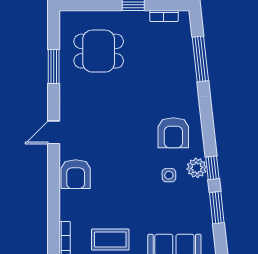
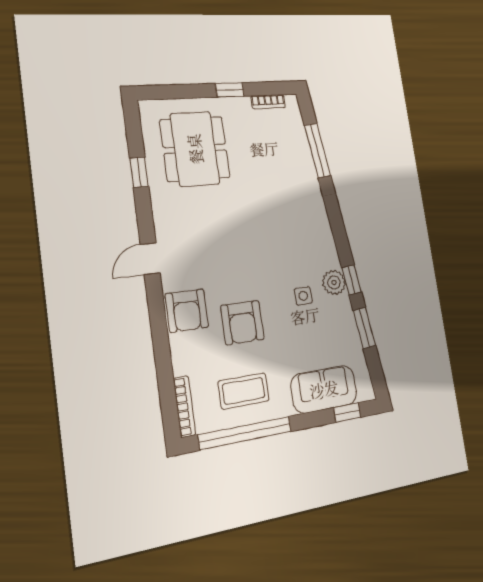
dining table: (99, 51) -> (195, 149), width x1.38
window: (54, 67) -> (139, 172), width x0.67
armchair: (173, 133) -> (242, 323), moved

